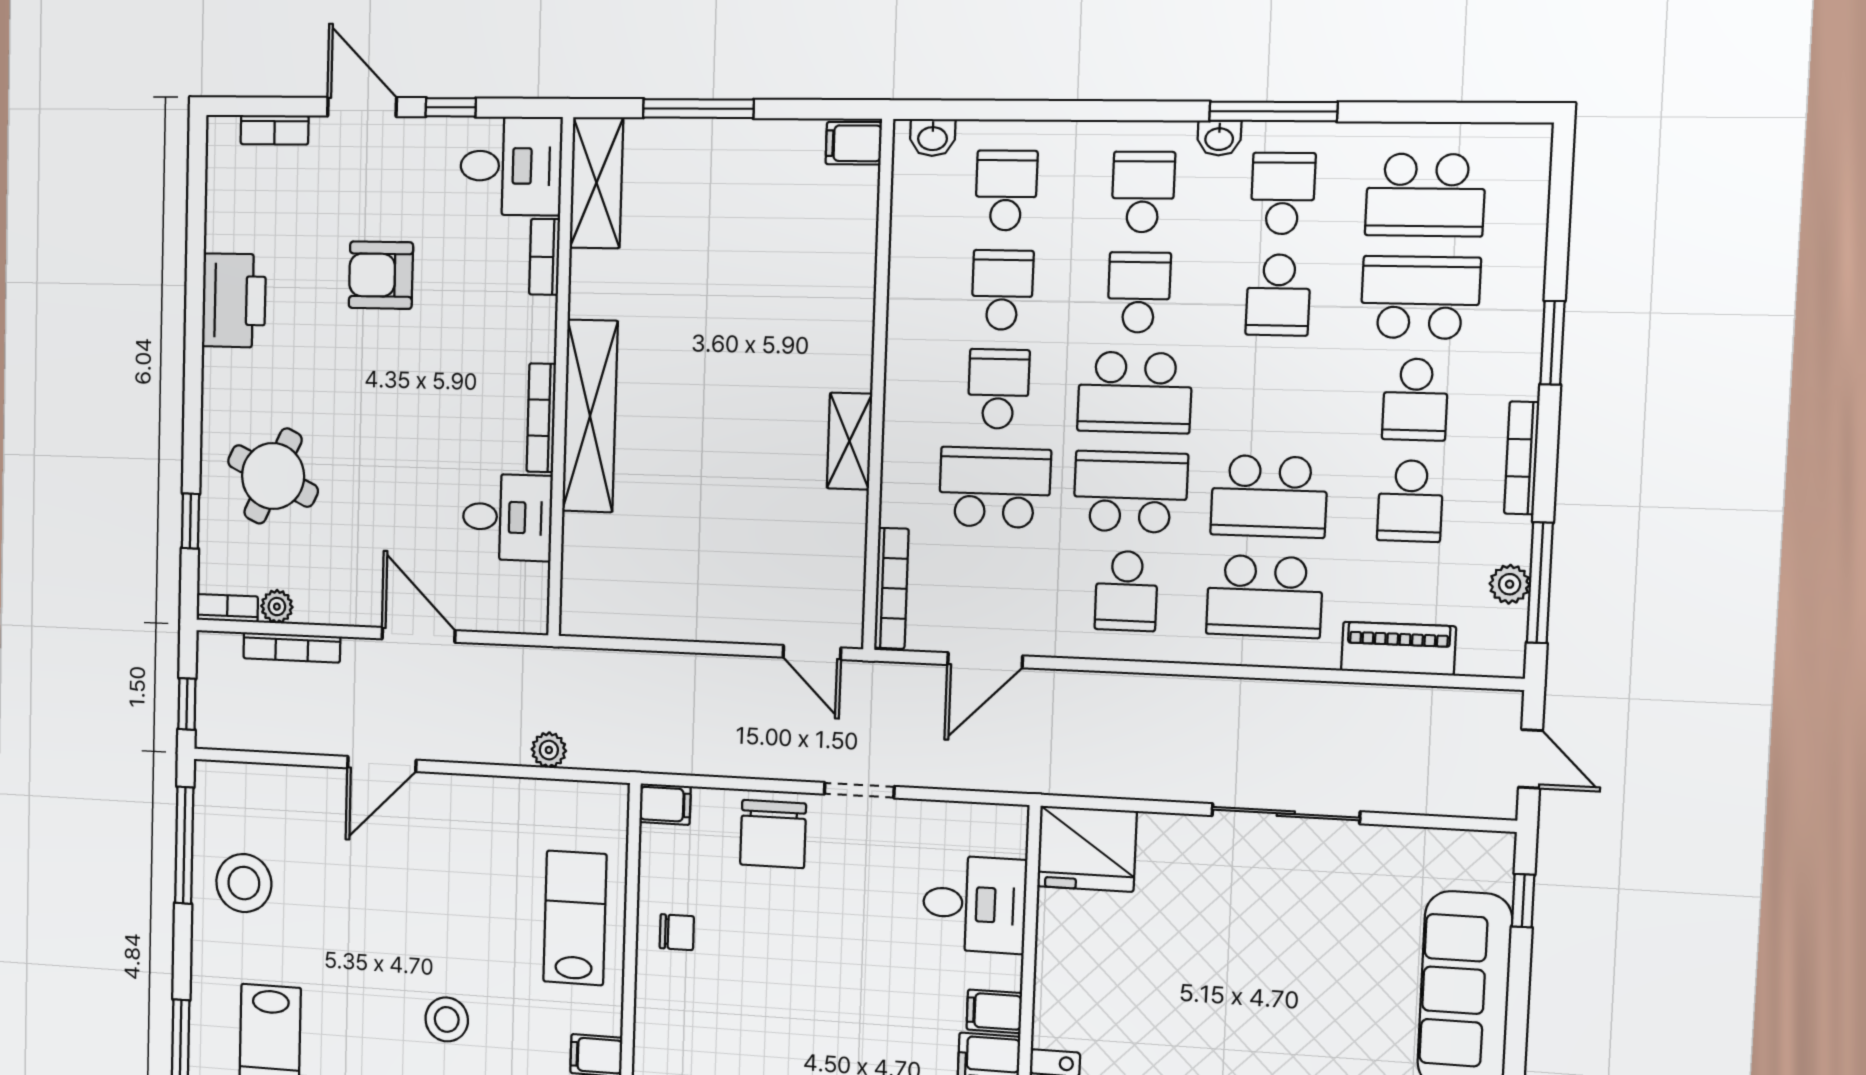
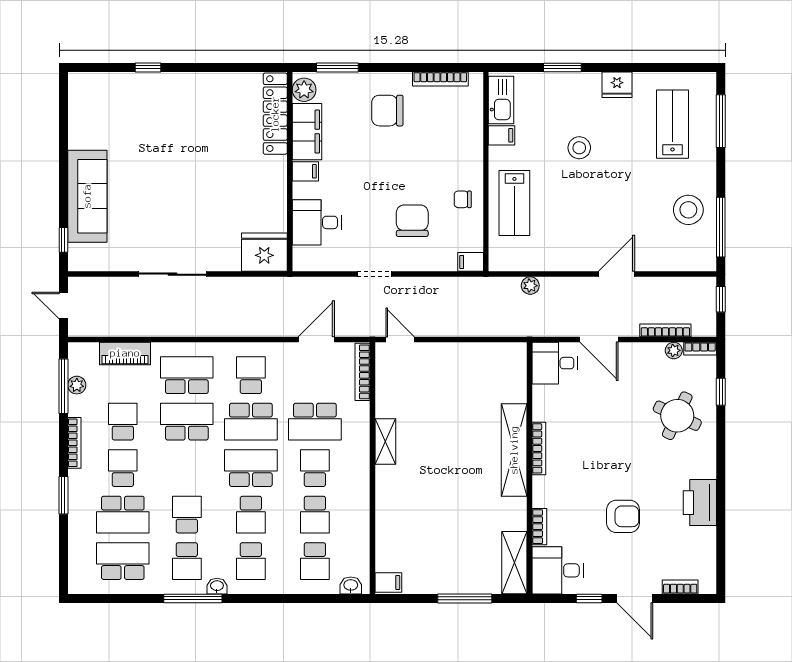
school desk: (998, 389) -> (315, 468), turned 180
desk: (507, 517) -> (555, 363), moved
chair: (773, 834) -> (412, 221), moved

